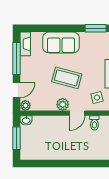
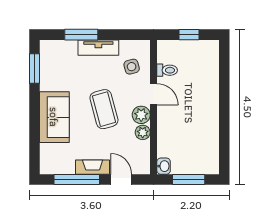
fireplace: (25, 44) -> (93, 167), moved
coffee table: (67, 78) -> (104, 109), turned -30
plant: (25, 105) -> (143, 132), moved

